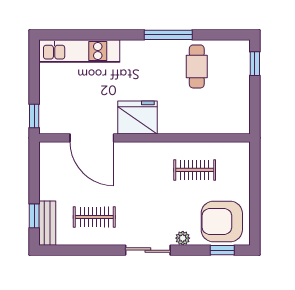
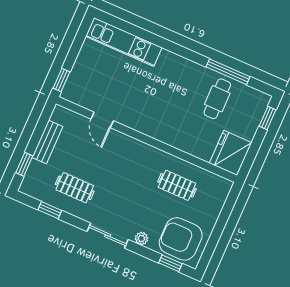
window: (168, 35) -> (228, 72), moved
fridge: (138, 117) -> (231, 153), moved, turned -90
door: (92, 138) -> (102, 120), width x0.53
bench: (47, 223) -> (47, 142), moved
window: (79, 250) -> (50, 210), added

